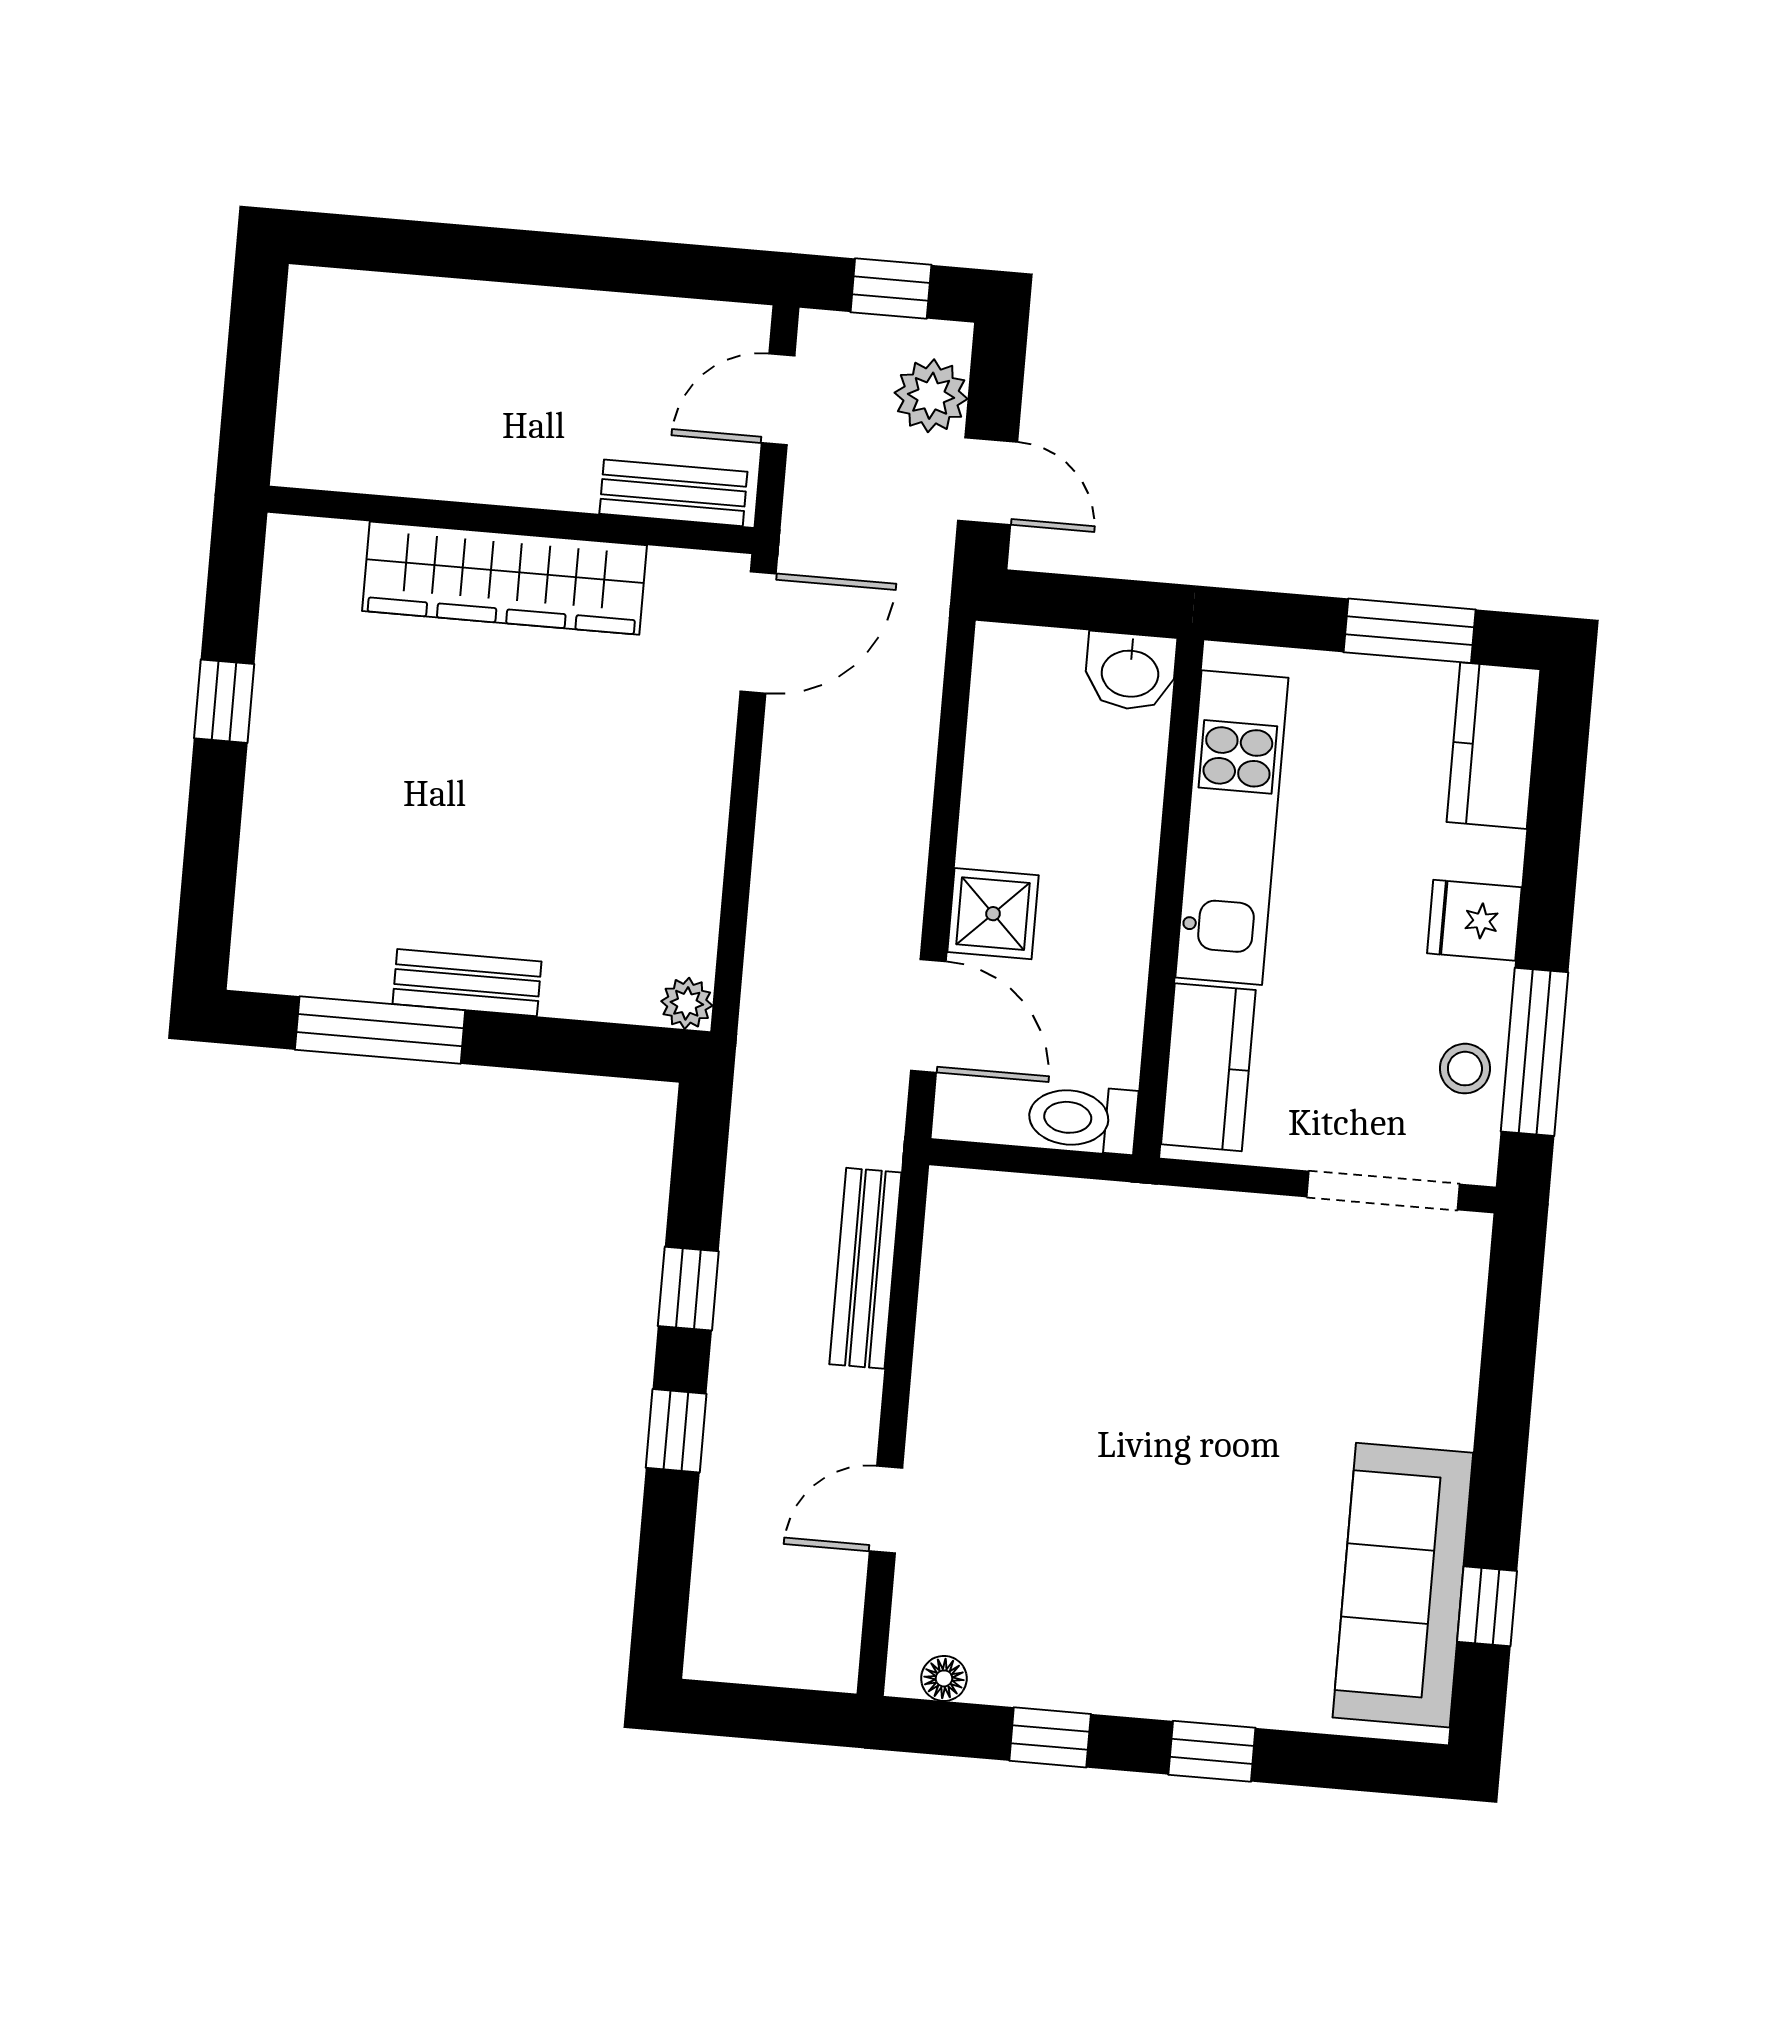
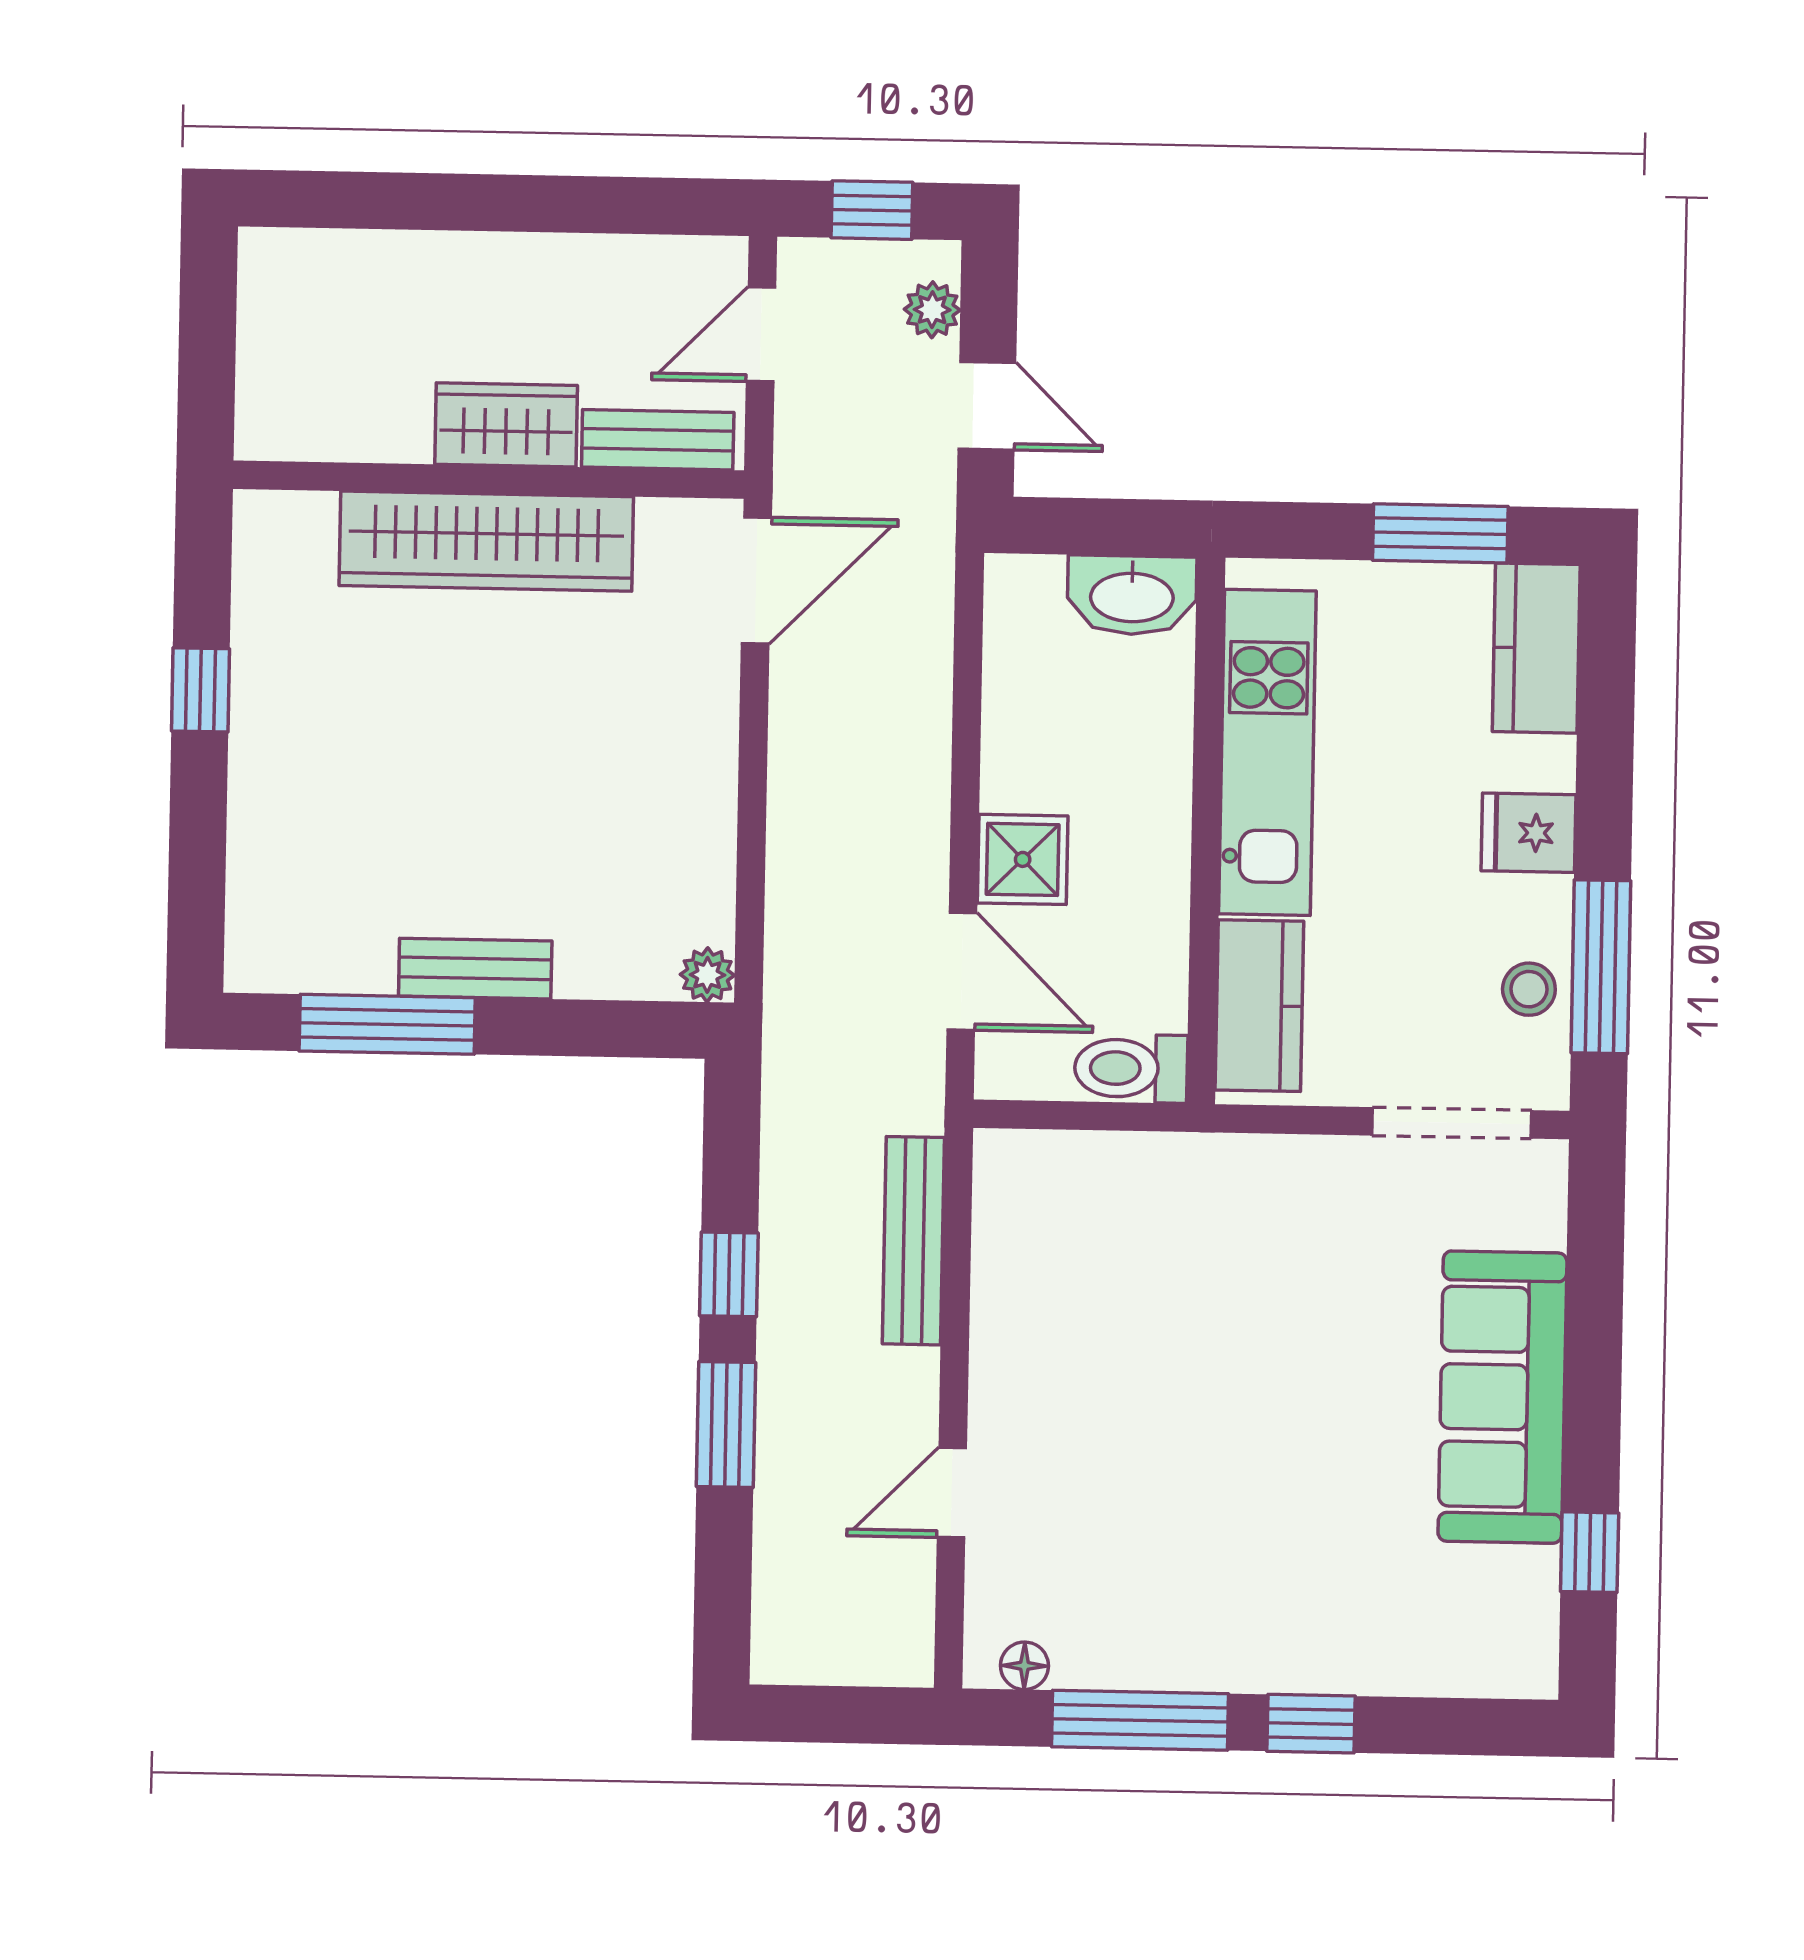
plant: (931, 396) -> (932, 310), width x0.73, depth x0.73
wardrobe: (531, 469) -> (506, 425), added
washbasin: (1130, 671) -> (1132, 595), width x1.38
window: (676, 1431) -> (726, 1424), width x1.50
sofa: (1403, 1585) -> (1502, 1397), moved
window: (1050, 1737) -> (1140, 1720), width x2.17

